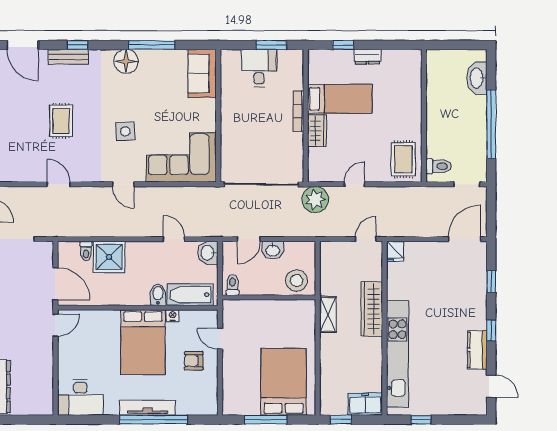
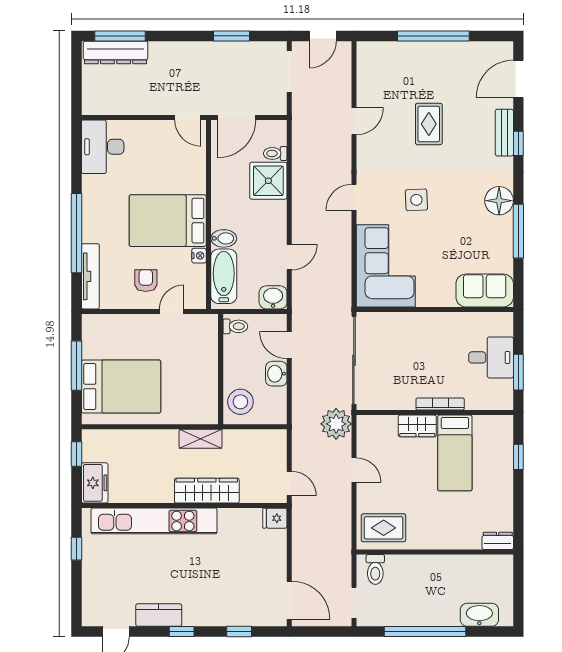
dresser: (367, 57) -> (498, 541), moved, turned 90
rug: (61, 121) -> (429, 124), turned 90
tv unit: (148, 408) -> (90, 276), moved

